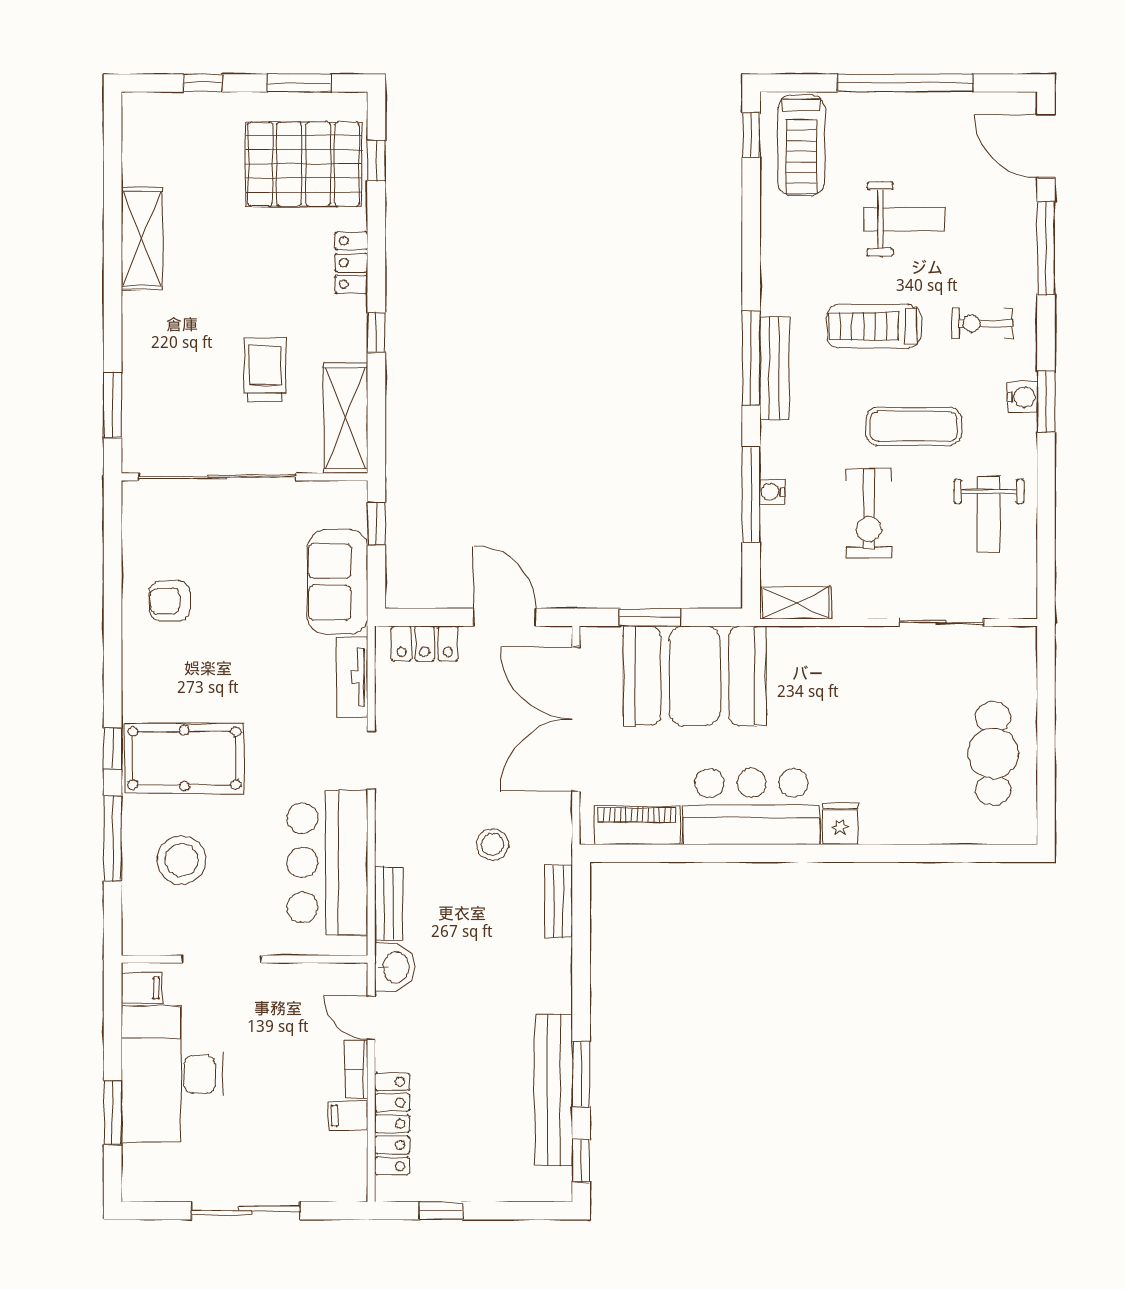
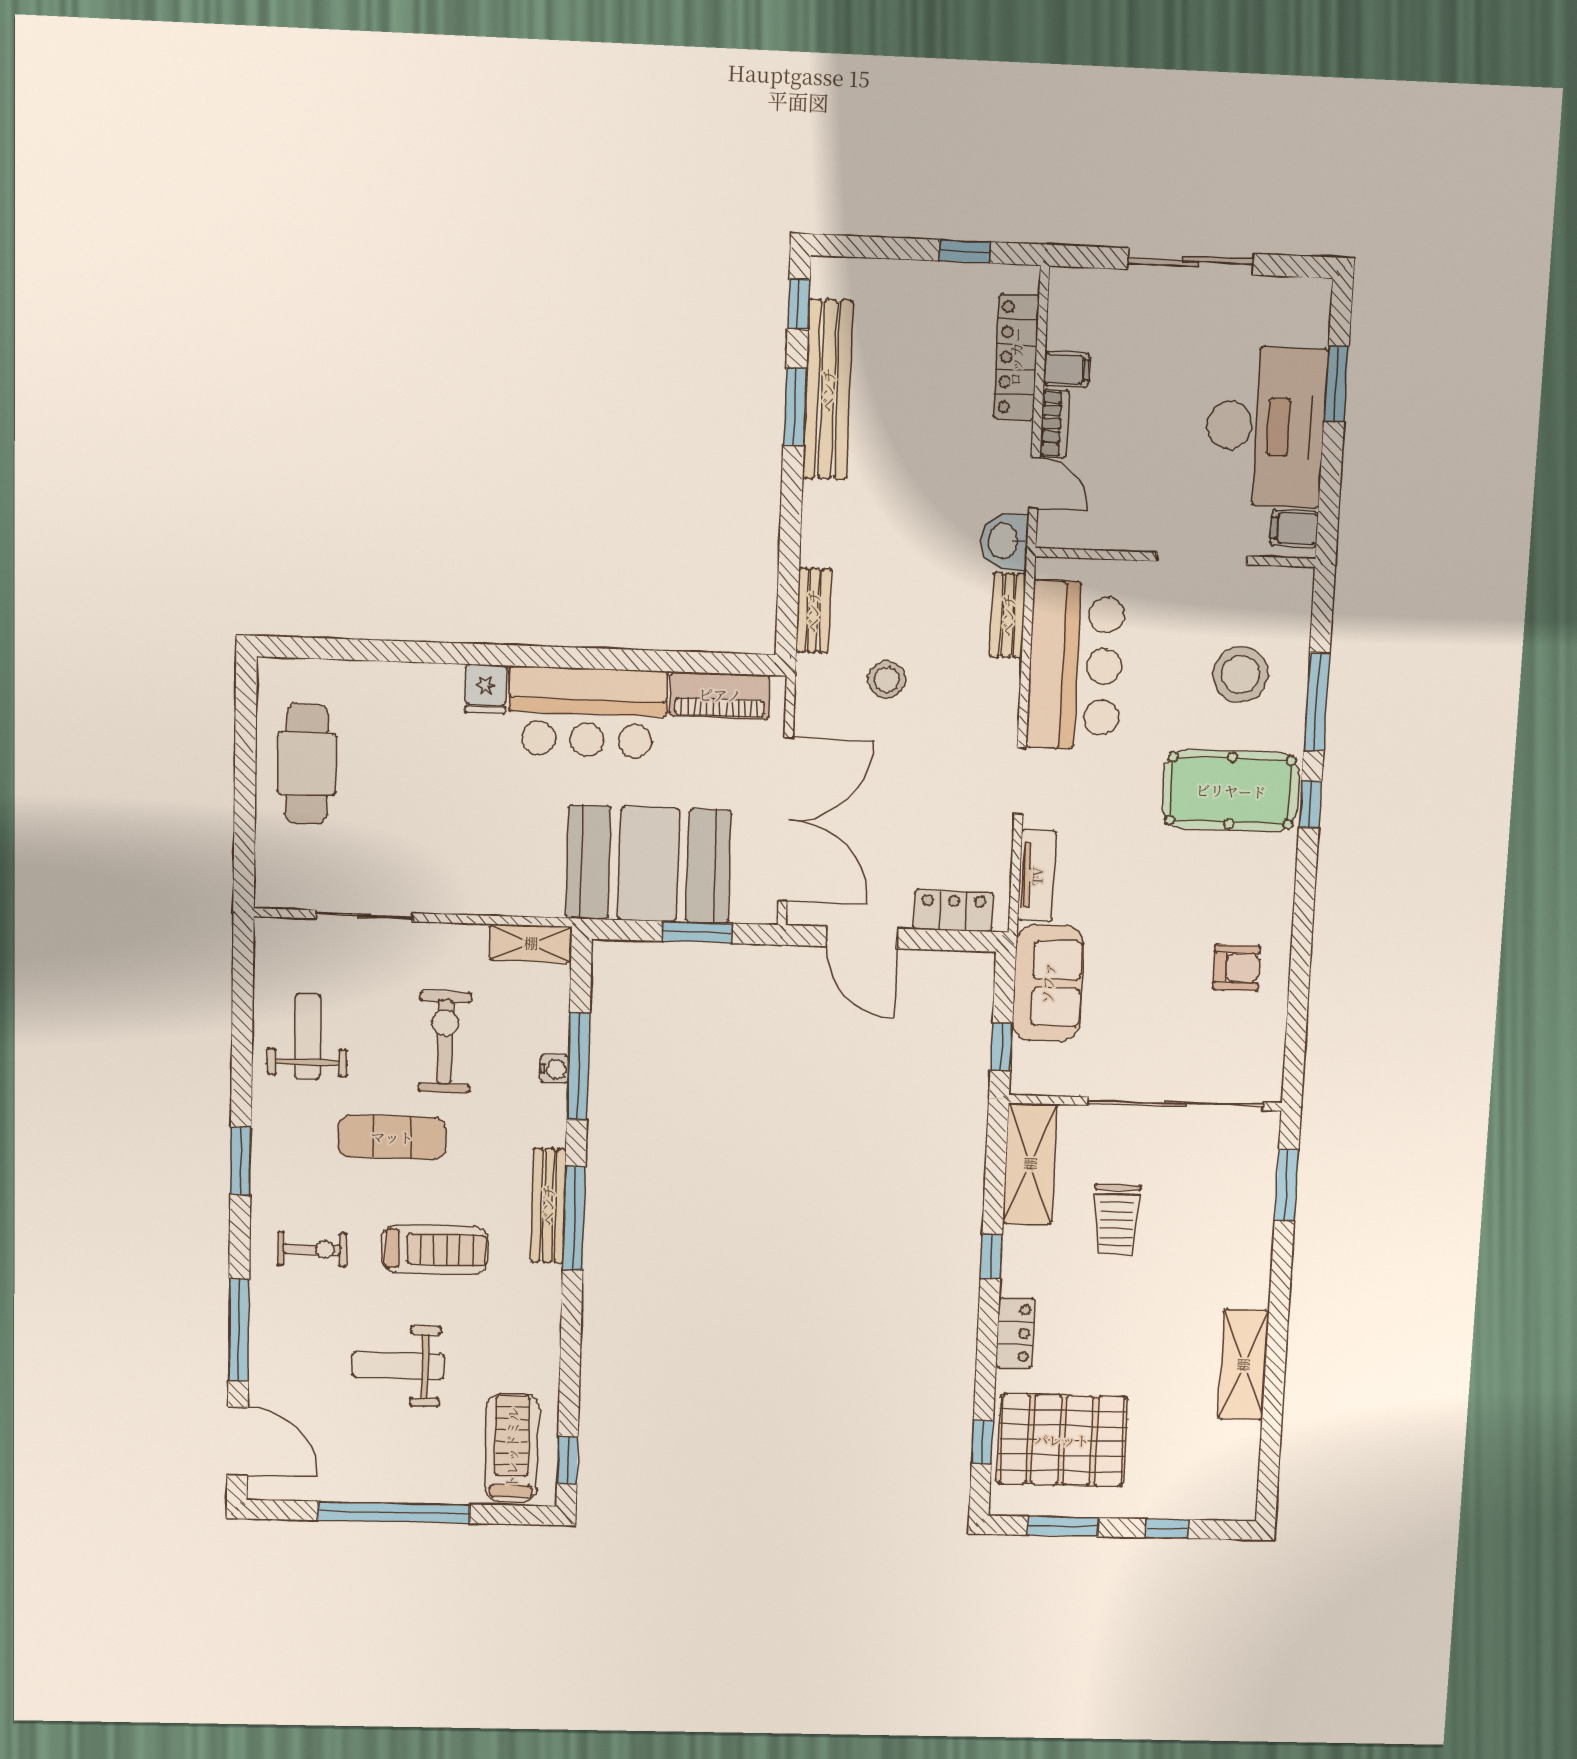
water cooler: (1022, 397) -> (268, 1166), removed

